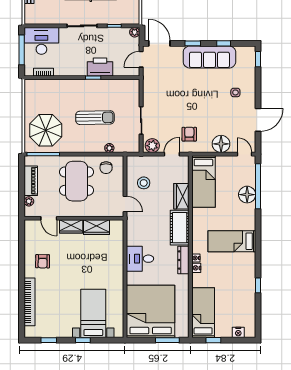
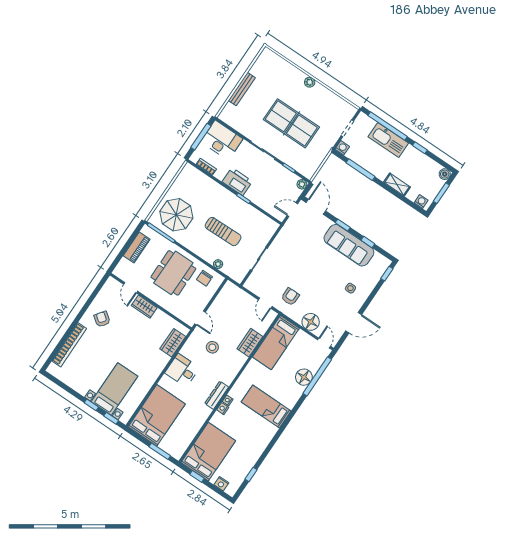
printer: (100, 67) -> (237, 182), moved
plant: (152, 146) -> (254, 286), removed
door: (172, 154) -> (265, 303), swing flipped
stool: (144, 183) -> (212, 347), moved
plant: (29, 201) -> (124, 263), removed
wardrobe: (97, 227) -> (173, 343), moved, turned 90
cot: (180, 228) -> (231, 367), removed
armchair: (43, 261) -> (102, 319), turned 126
window: (258, 285) -> (251, 474), moved
bed: (151, 311) -> (157, 415), width x0.73
bed: (203, 313) -> (208, 452), width x1.50
window: (49, 340) -> (111, 418), moved

